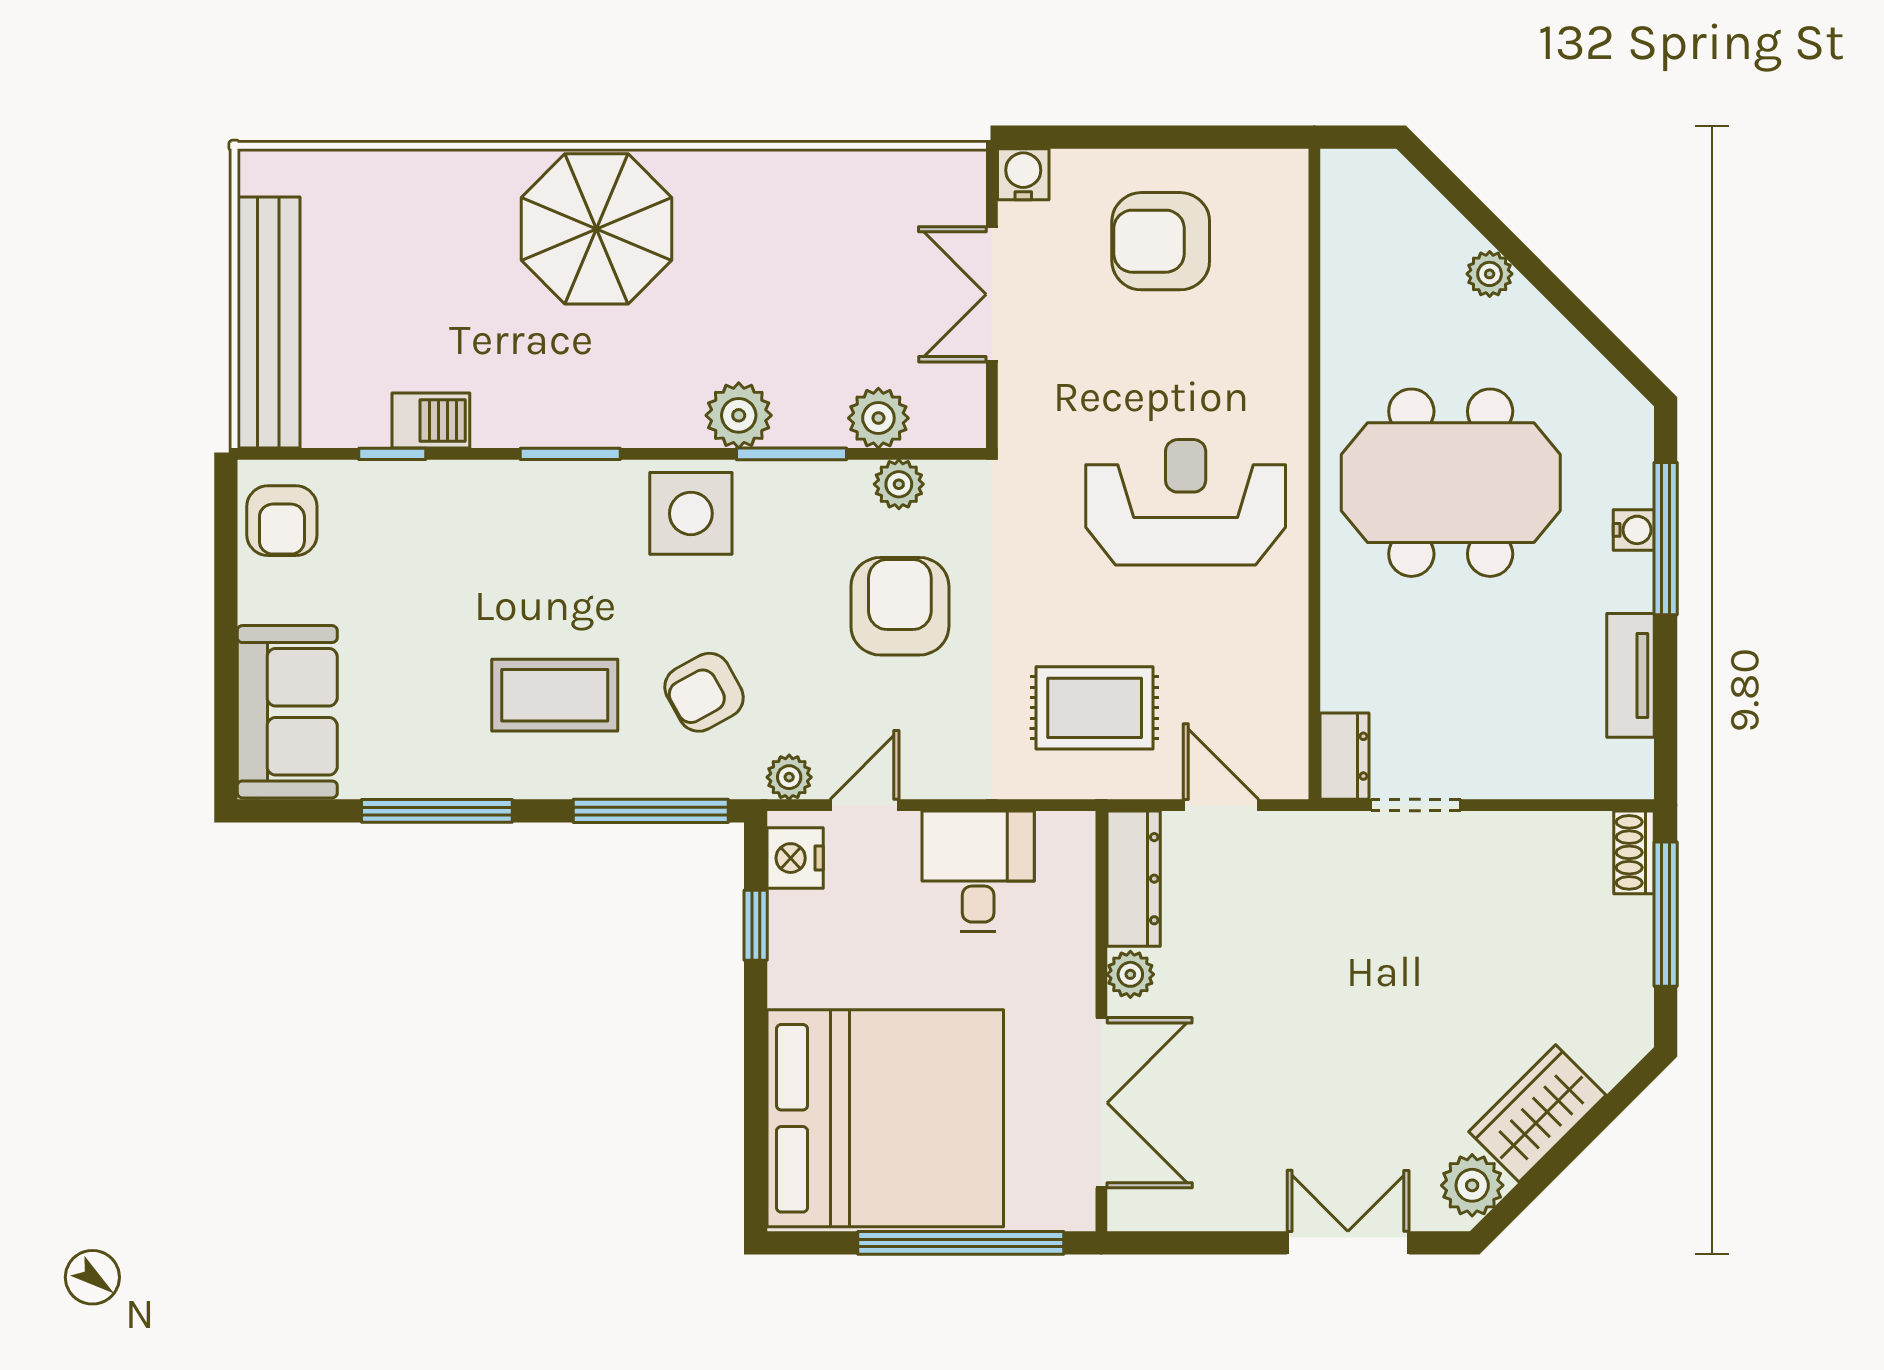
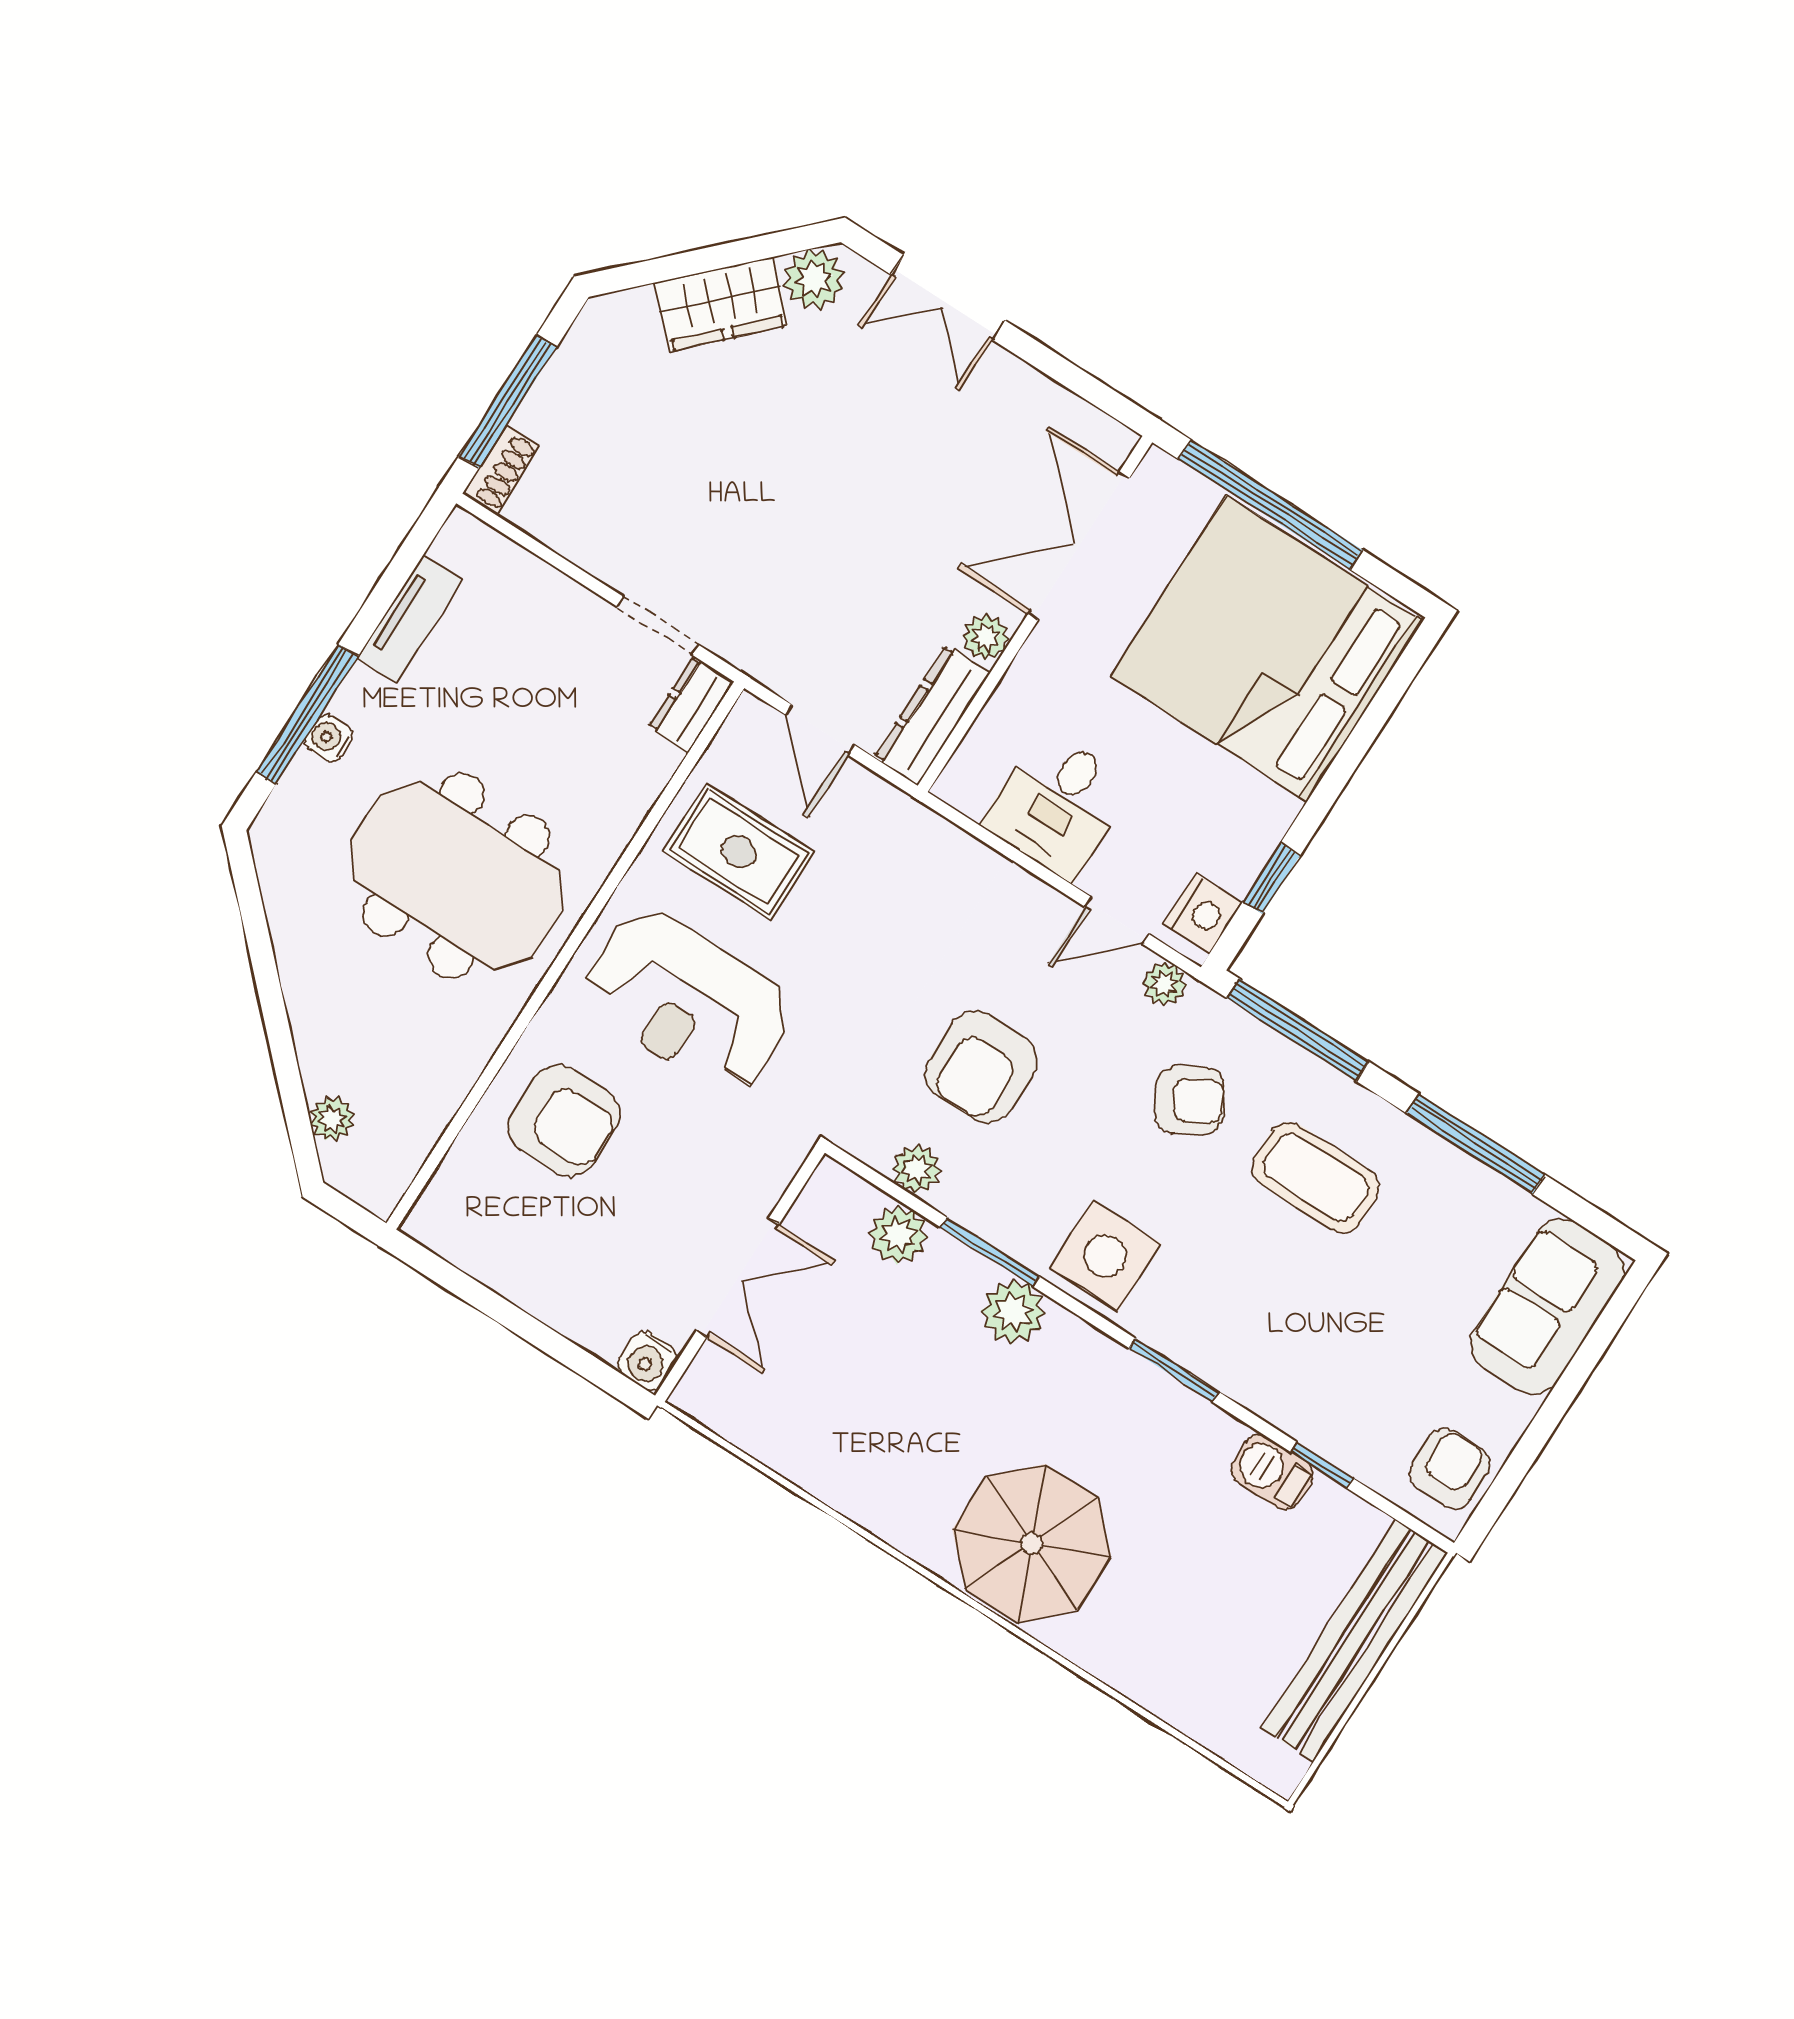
armchair: (1161, 241) -> (564, 1121), moved
plant: (1490, 274) -> (332, 1119), moved
rug: (1095, 708) -> (739, 852), moved

